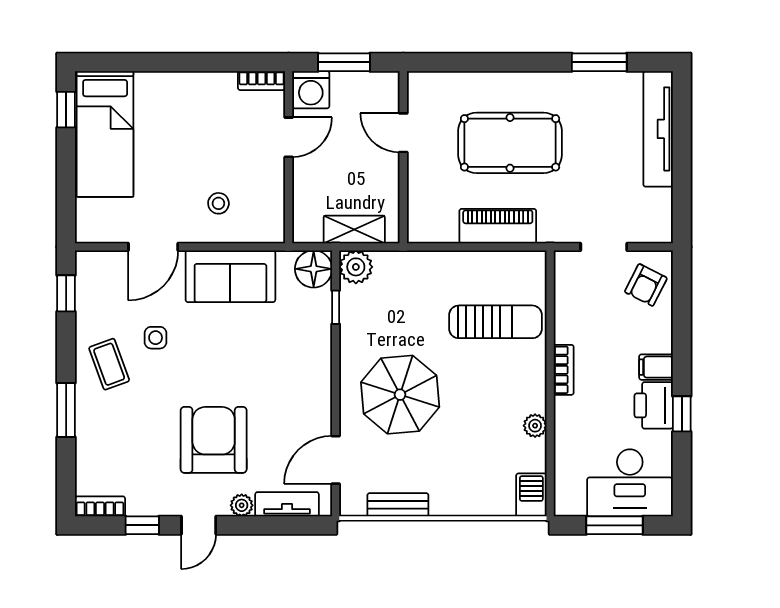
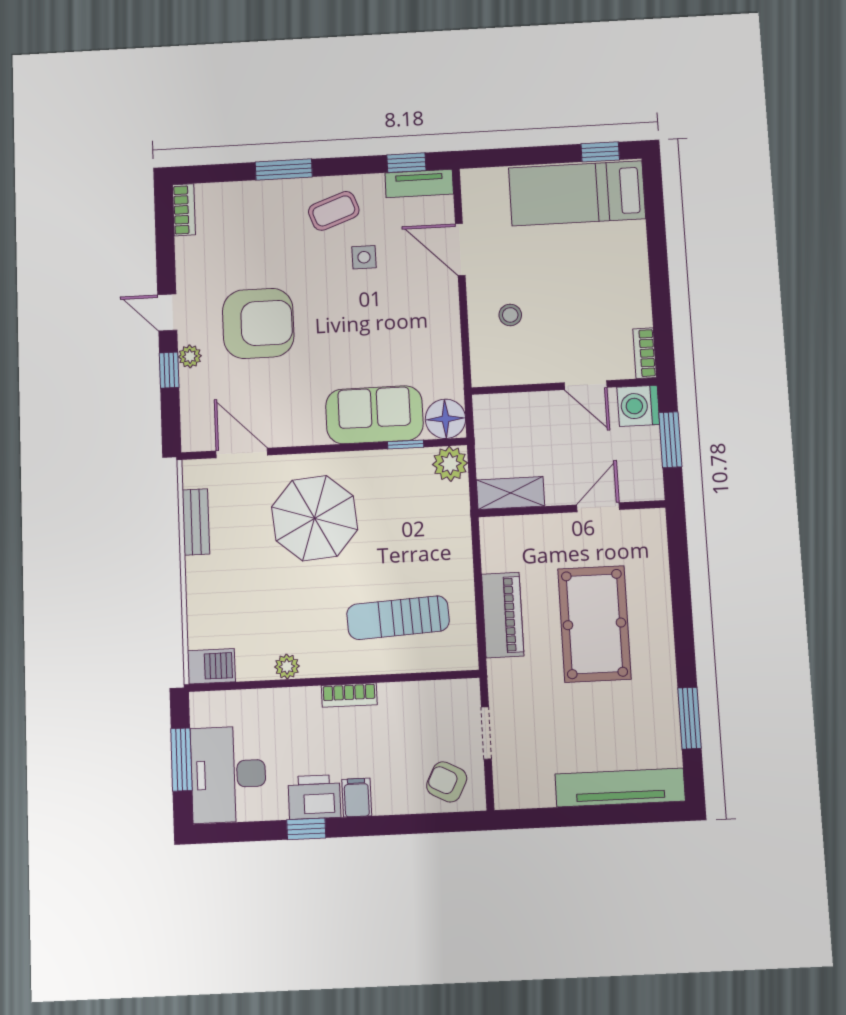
shelving: (354, 229) -> (510, 493), moved, turned 90
sofa: (230, 276) -> (374, 415), moved, turned 90
sun lounger: (496, 322) -> (398, 618), turned 87
tv unit: (287, 504) -> (419, 183), moved, turned 90
window: (142, 525) -> (169, 370), moved

